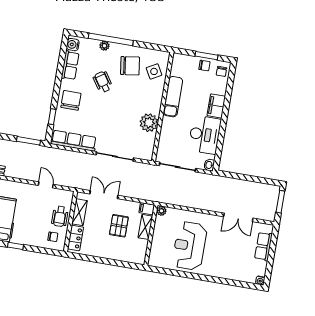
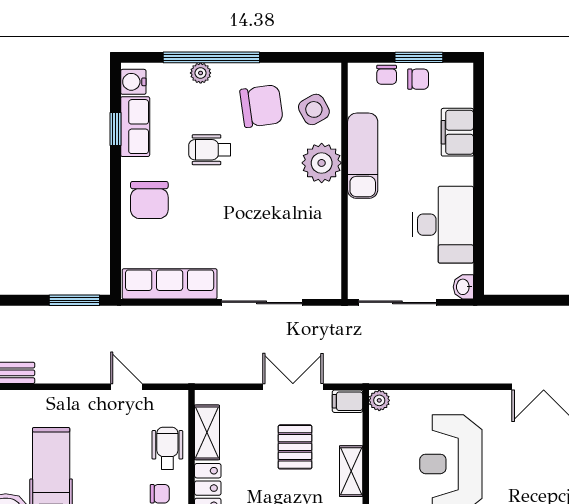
chair: (222, 71) -> (387, 75), moved
wheelchair: (103, 82) -> (210, 150), turned -56
chair: (71, 100) -> (149, 200), turned 180
filing cabinet: (216, 106) -> (457, 132), moved
window: (52, 117) -> (115, 129), moved
plant: (149, 123) -> (322, 163), moved
double door: (104, 195) -> (293, 387), moved
wheelchair: (60, 216) -> (167, 448), turned 180
shelving: (145, 227) -> (351, 471), moved

